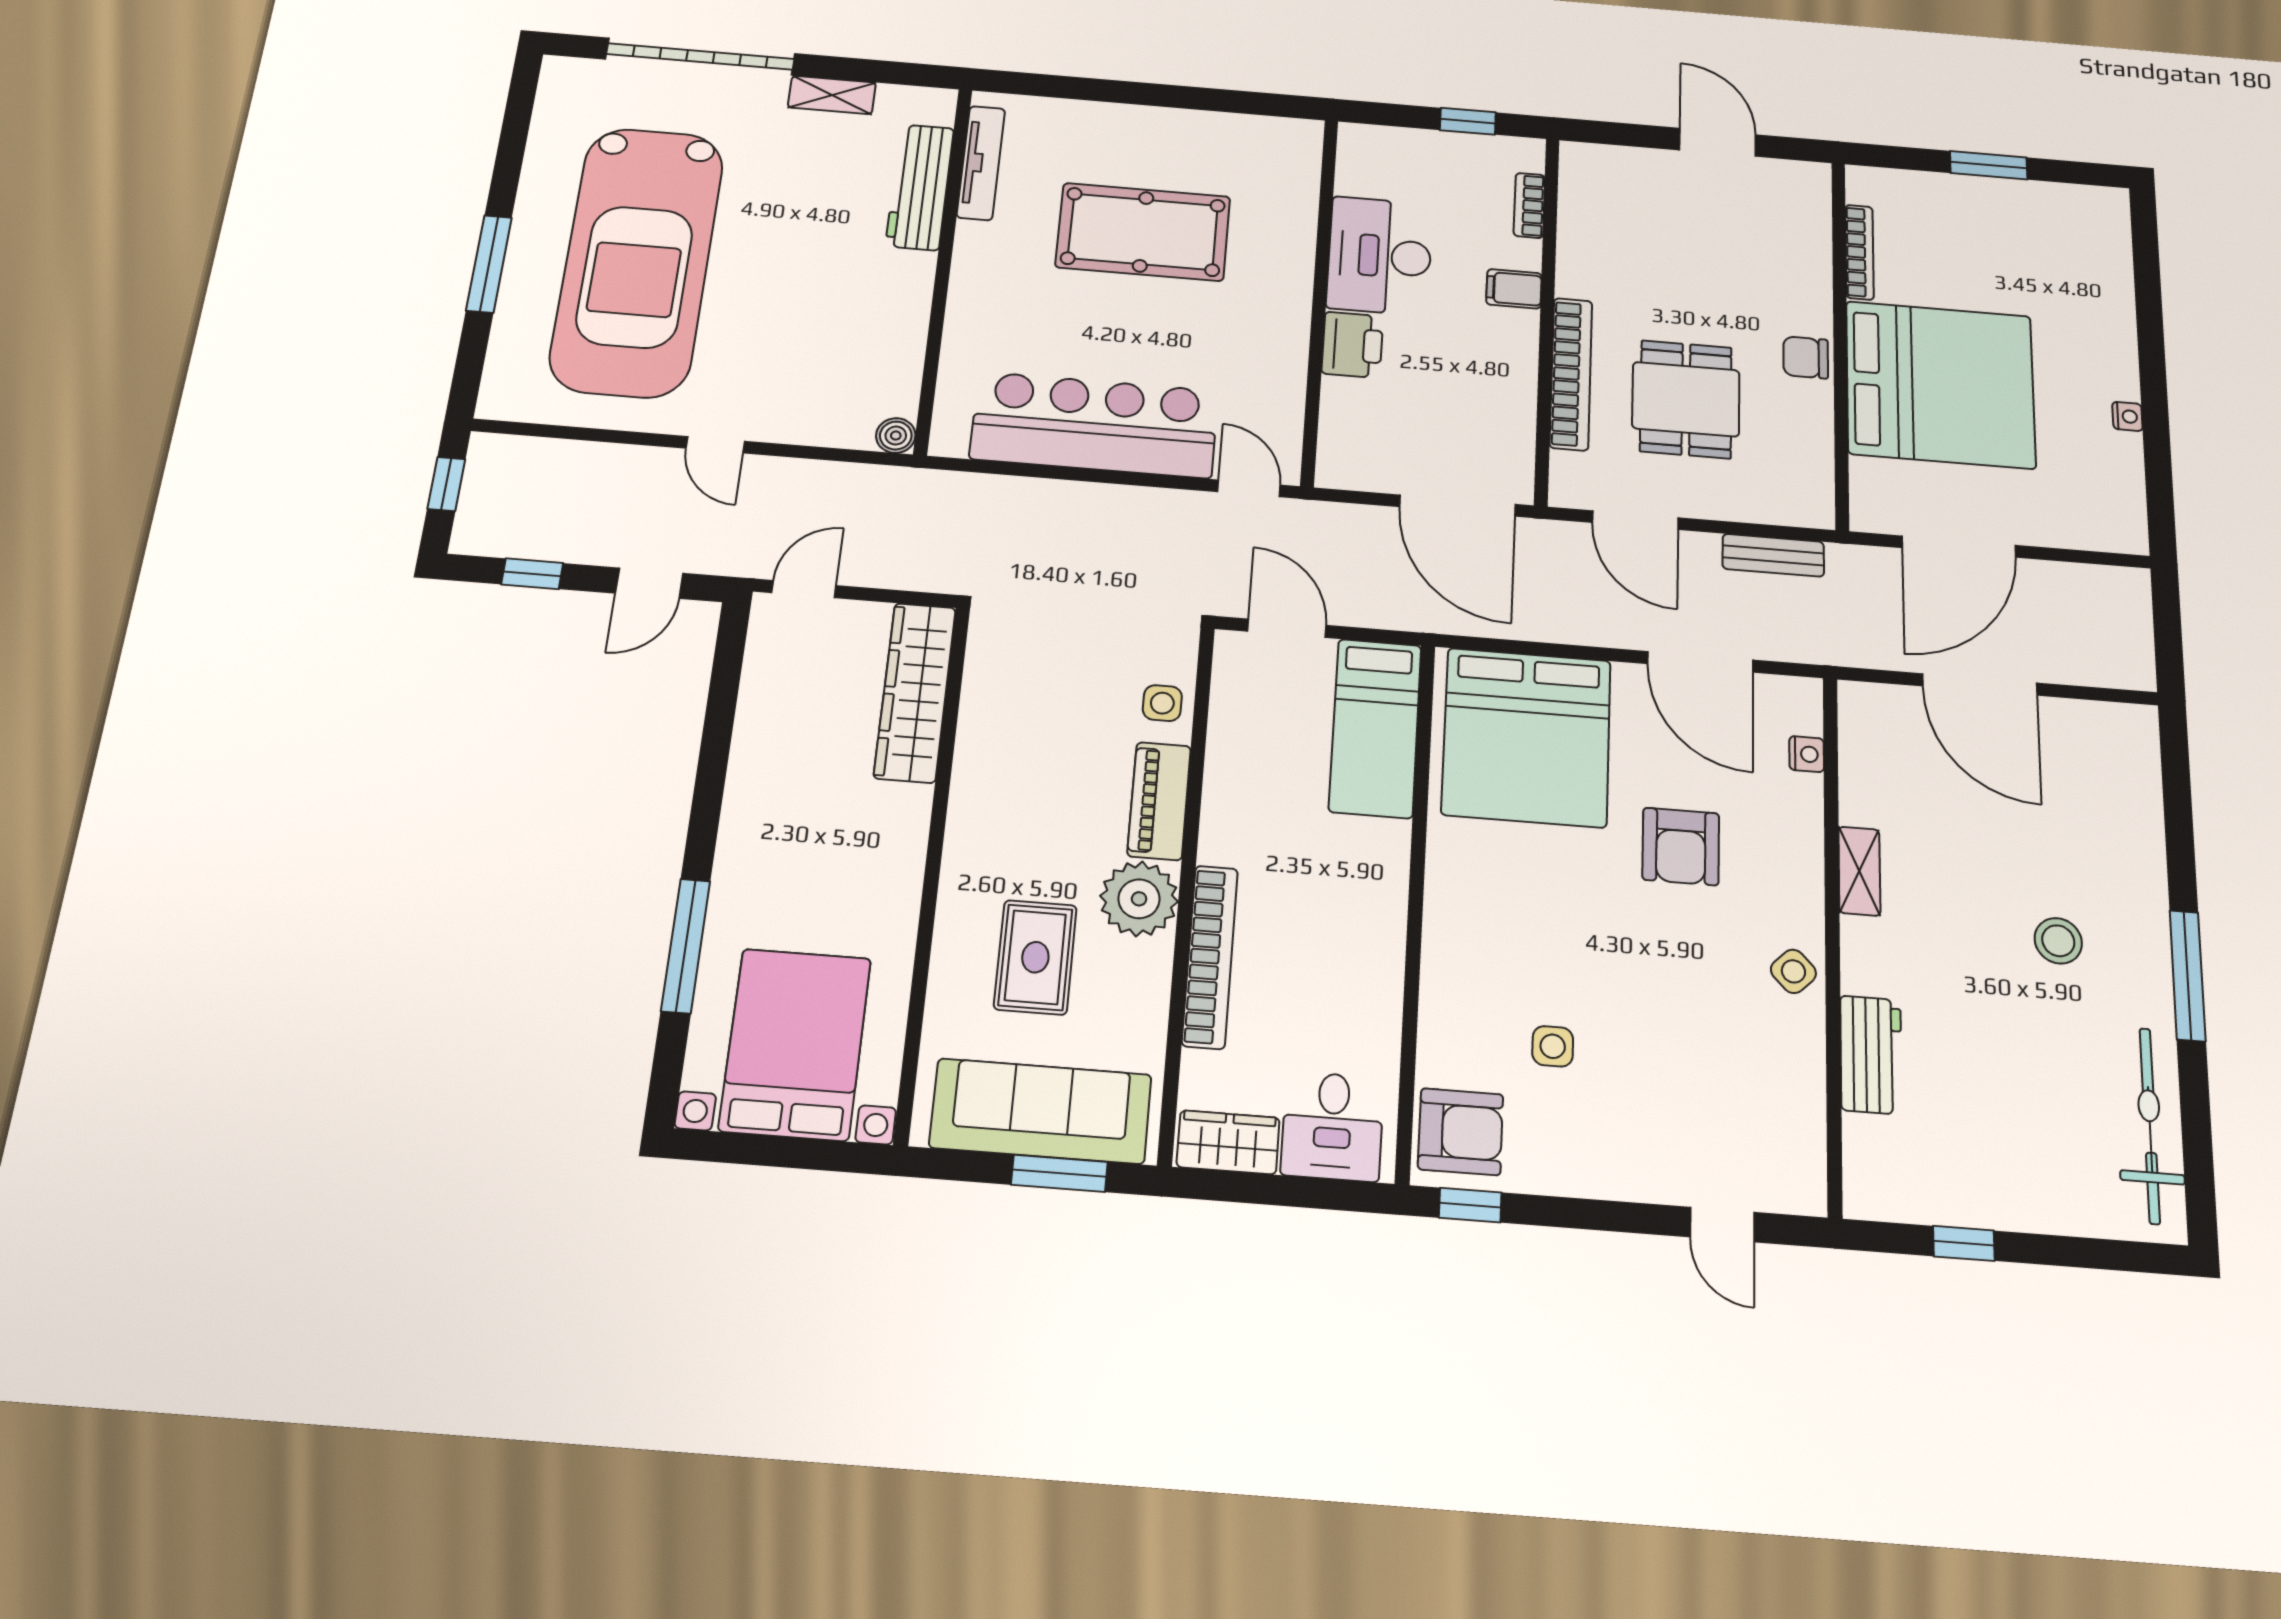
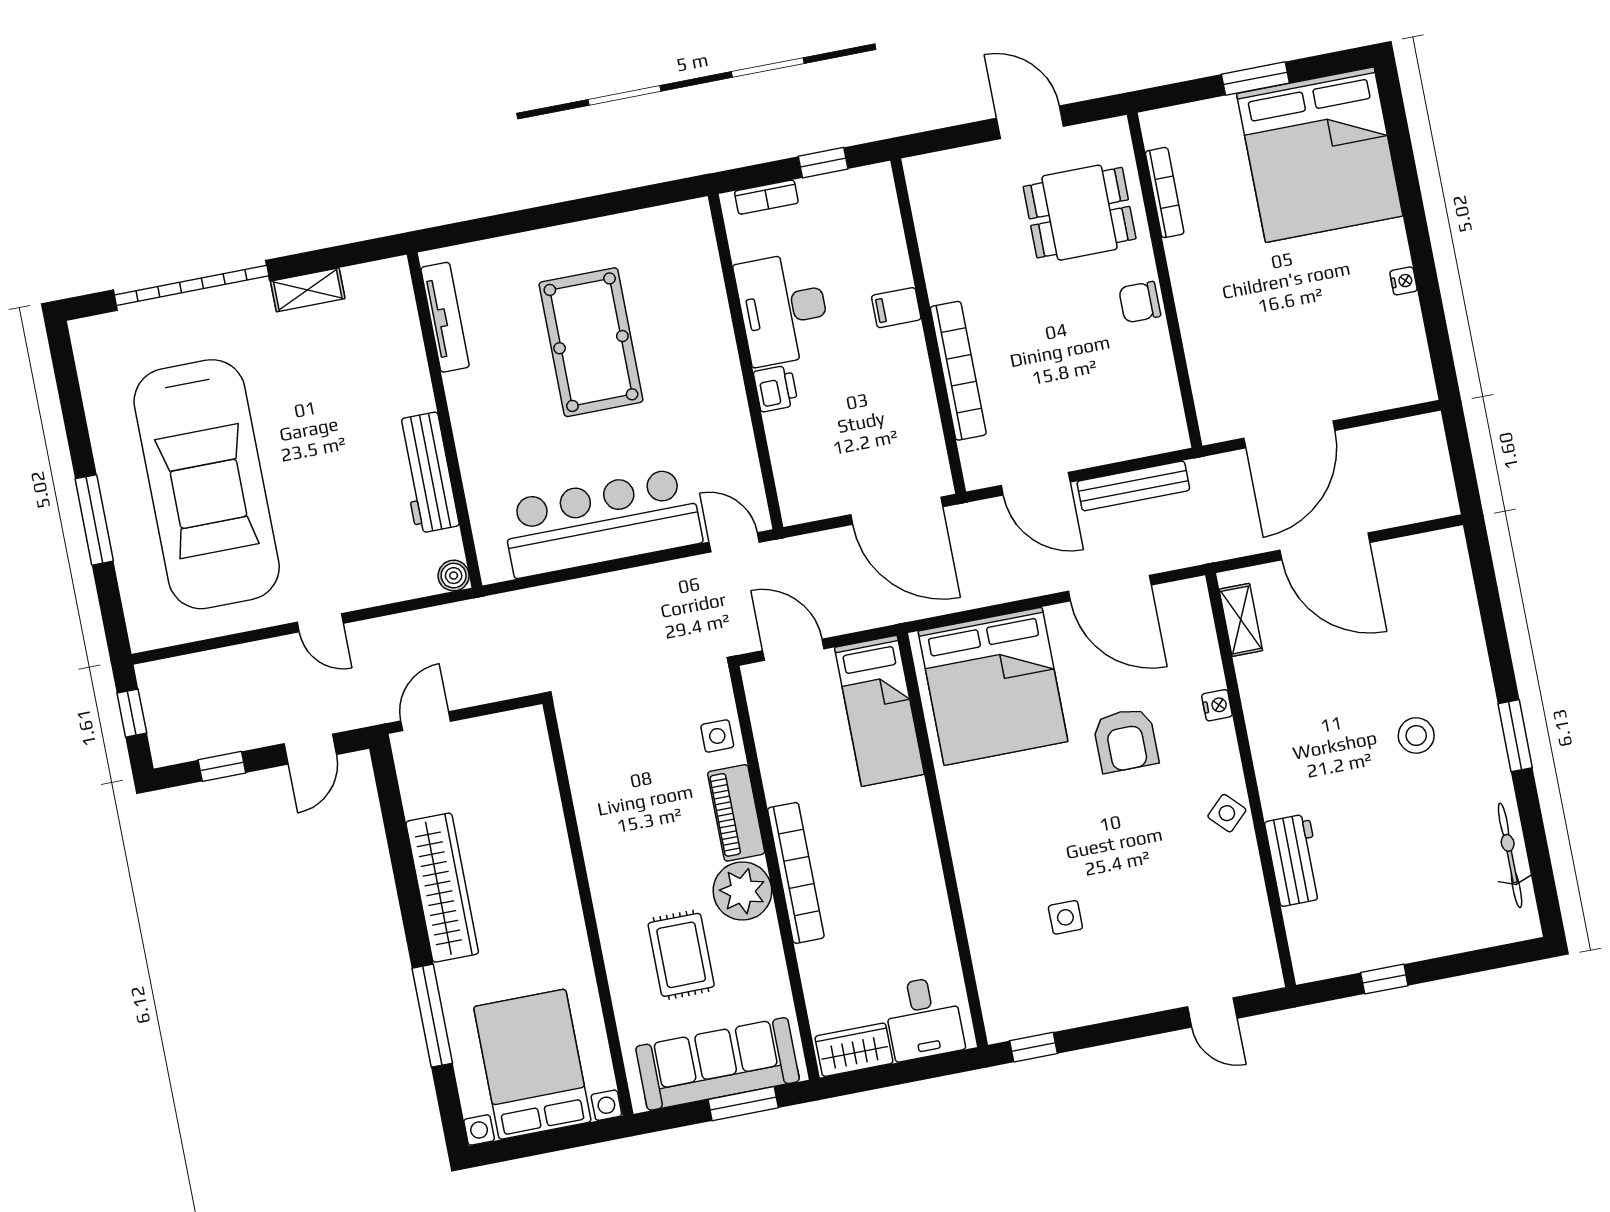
workbench: (920, 187) -> (427, 473), moved
bookcase: (1529, 205) -> (766, 197), moved, turned -90
pool table: (1143, 232) -> (591, 342), turned 90
printer: (1352, 345) -> (776, 388), width x0.73, depth x0.81
bed: (1940, 384) -> (1320, 155), moved, turned 90
dining table: (1686, 399) -> (1080, 213), moved, turned 90
bench: (1773, 555) -> (1133, 486), width x1.36
wardrobe: (915, 692) -> (442, 888), moved, turned 180
nightstand: (1807, 754) -> (1217, 705), moved
shelving: (1859, 871) -> (1241, 620), moved
bookcase: (1210, 957) -> (796, 873), moved
window: (2188, 975) -> (1515, 736), width x0.69
bicycle: (2150, 1125) -> (1510, 855), width x0.73, depth x0.71
armchair: (1461, 1132) -> (1015, 997), removed

